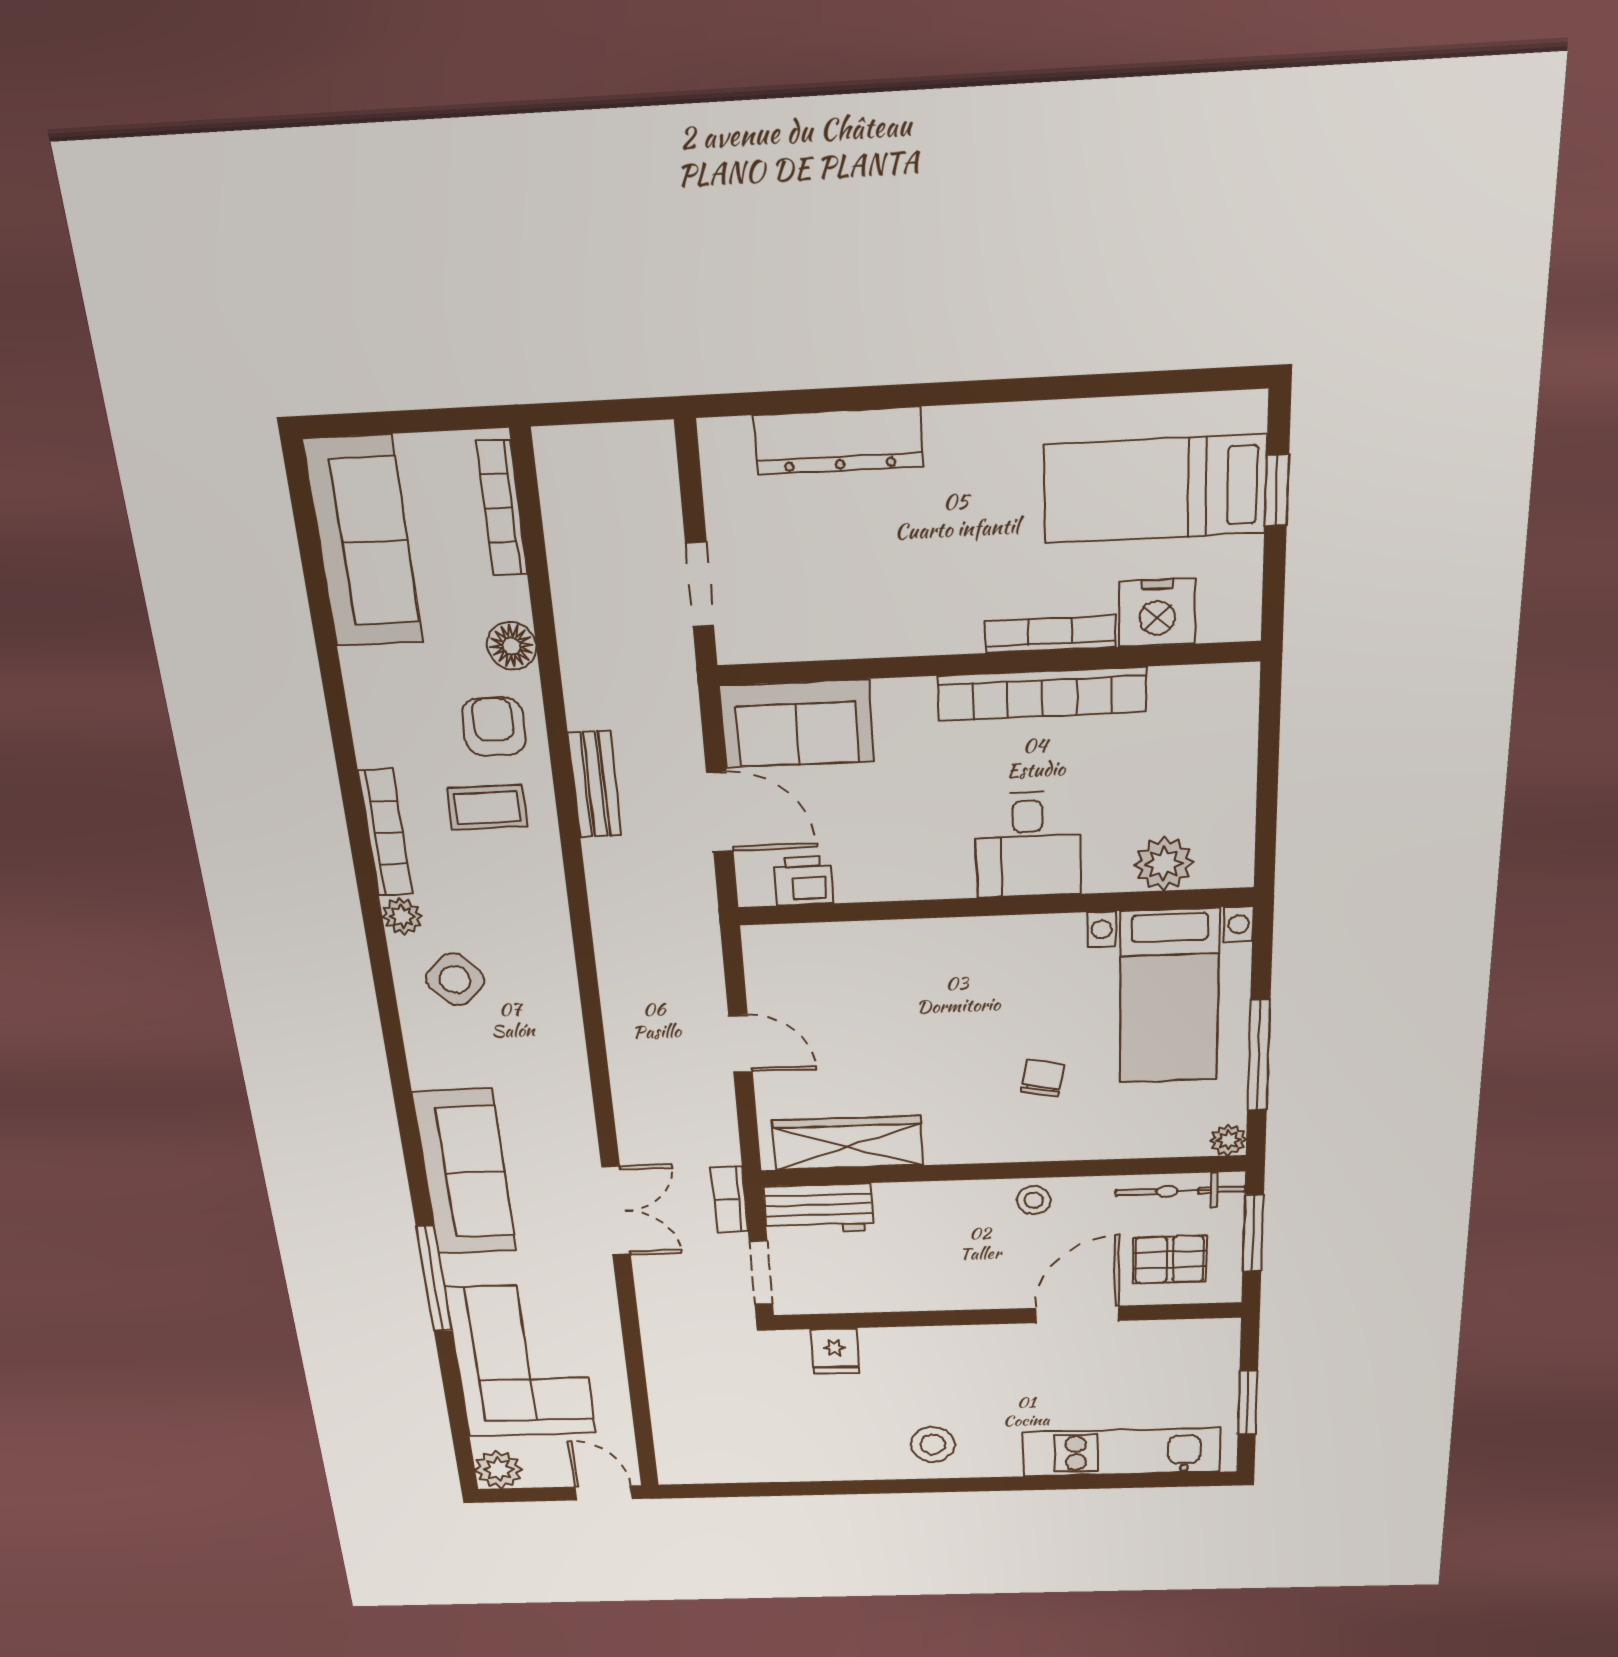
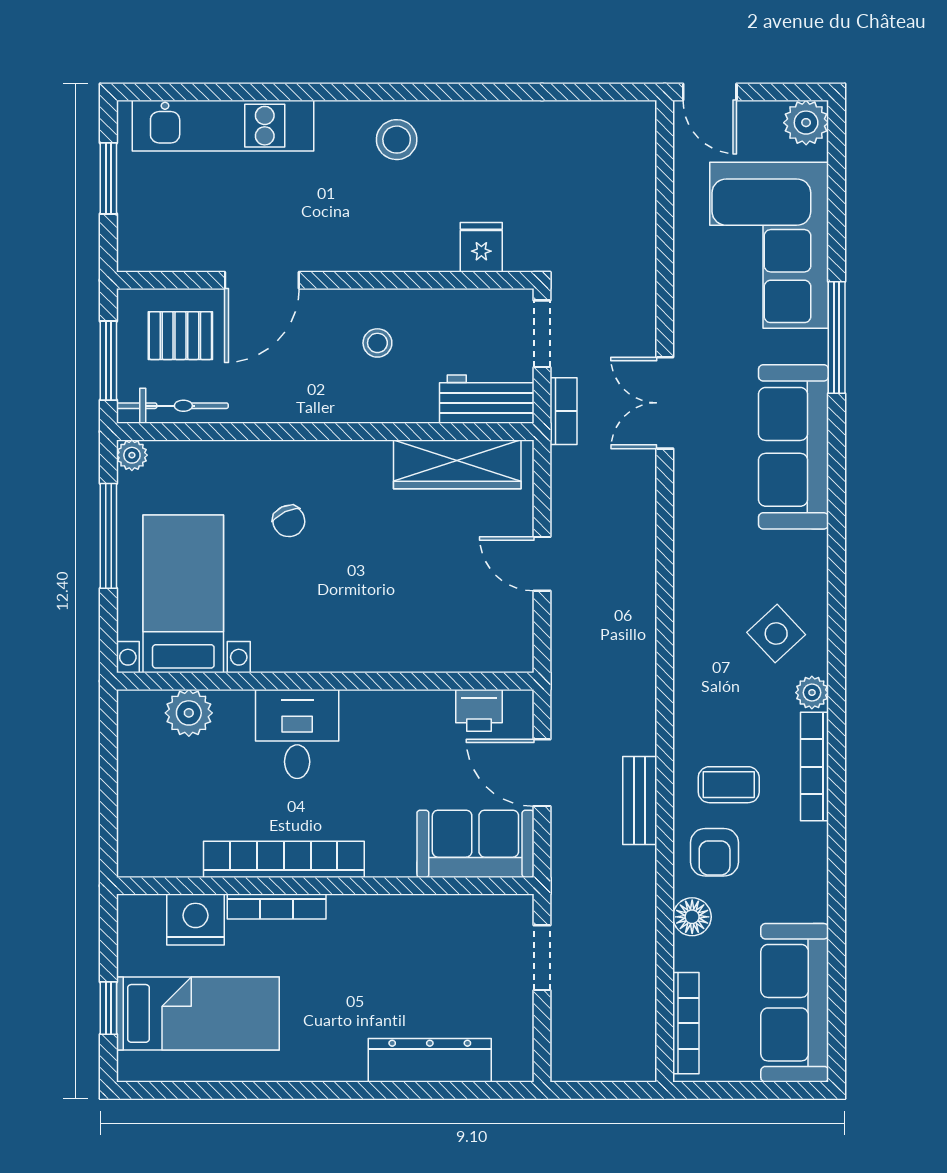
chair: (1043, 1078) -> (289, 521), turned -36
stool: (1034, 1200) -> (377, 343), moved

